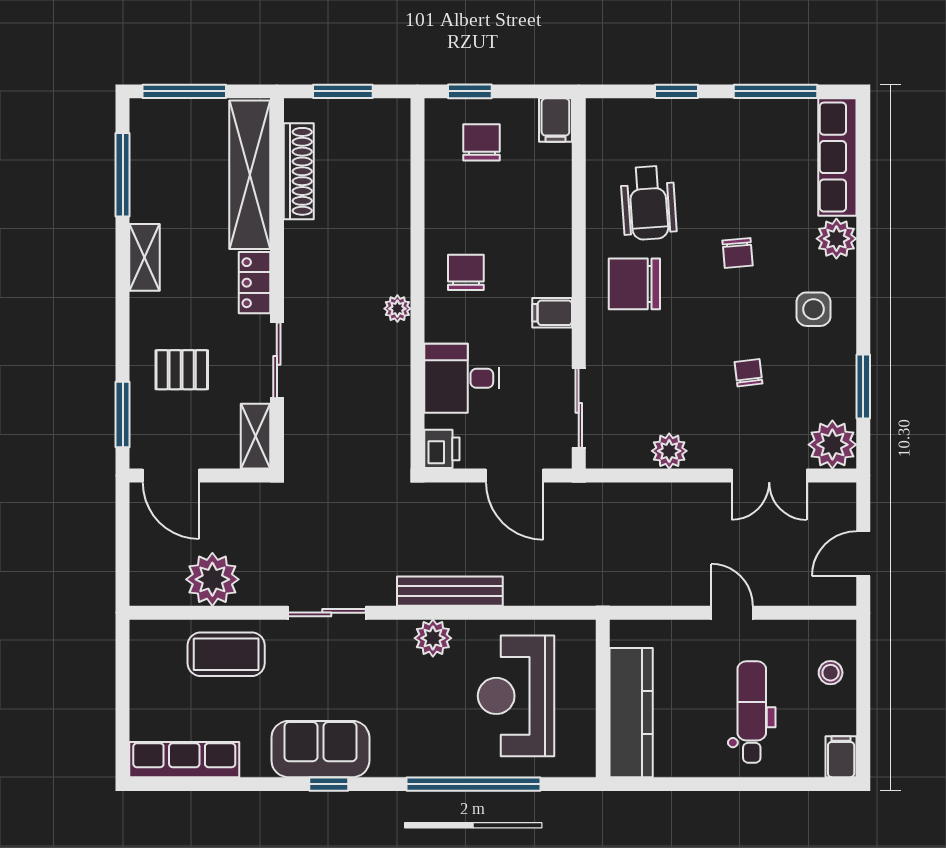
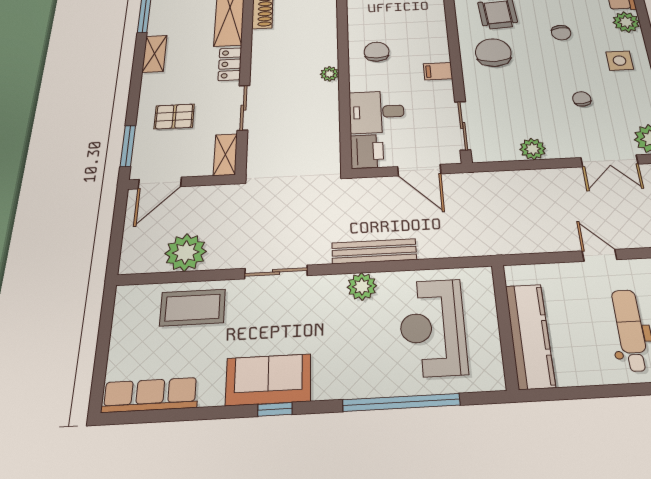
chair: (634, 284) -> (493, 53), turned 90
printer: (442, 449) -> (367, 151), width x1.36, depth x1.24
door: (171, 475) -> (160, 183), hinge flipped

